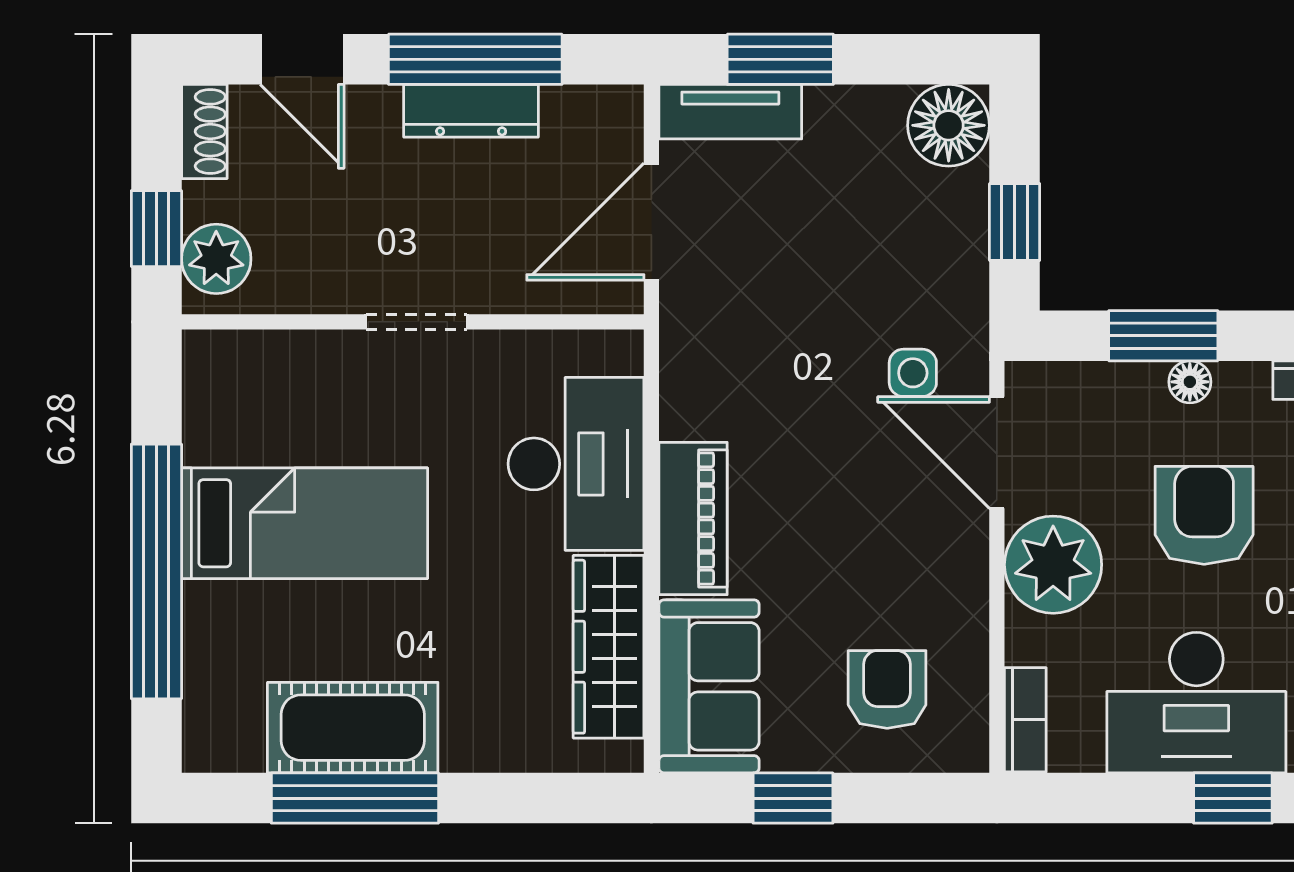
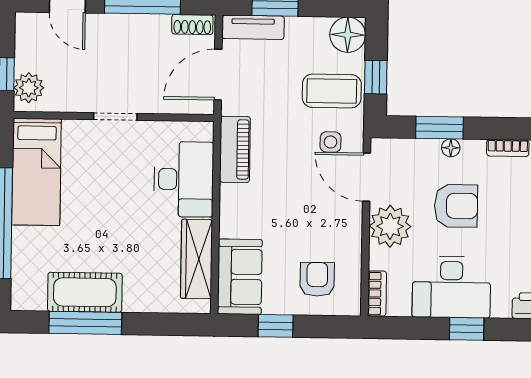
dresser: (471, 111) -> (140, 25), removed
shoe rack: (204, 131) -> (192, 24), moved, turned 90
coffee table: (914, 255) -> (332, 91), added
armchair: (1204, 515) -> (456, 206), turned 90
piano: (693, 519) -> (235, 149), moved
bed: (305, 523) -> (36, 172), moved, turned 90

